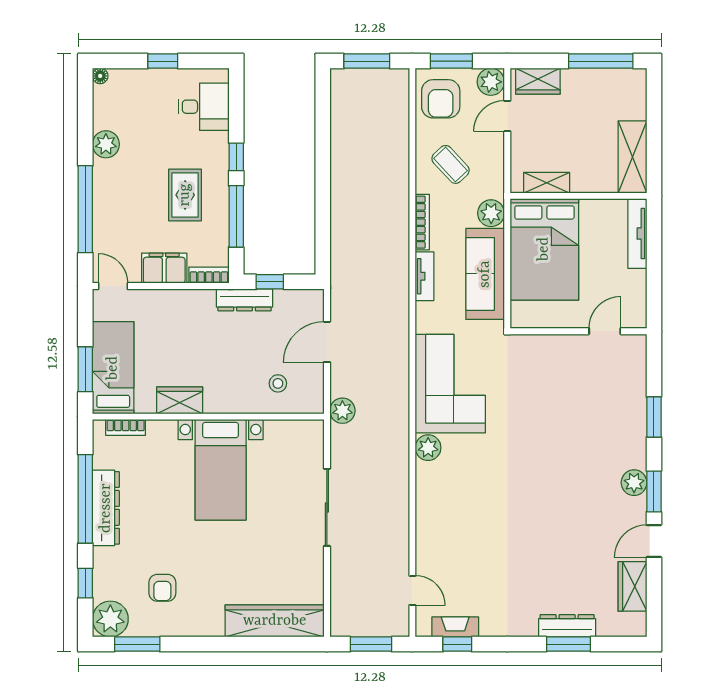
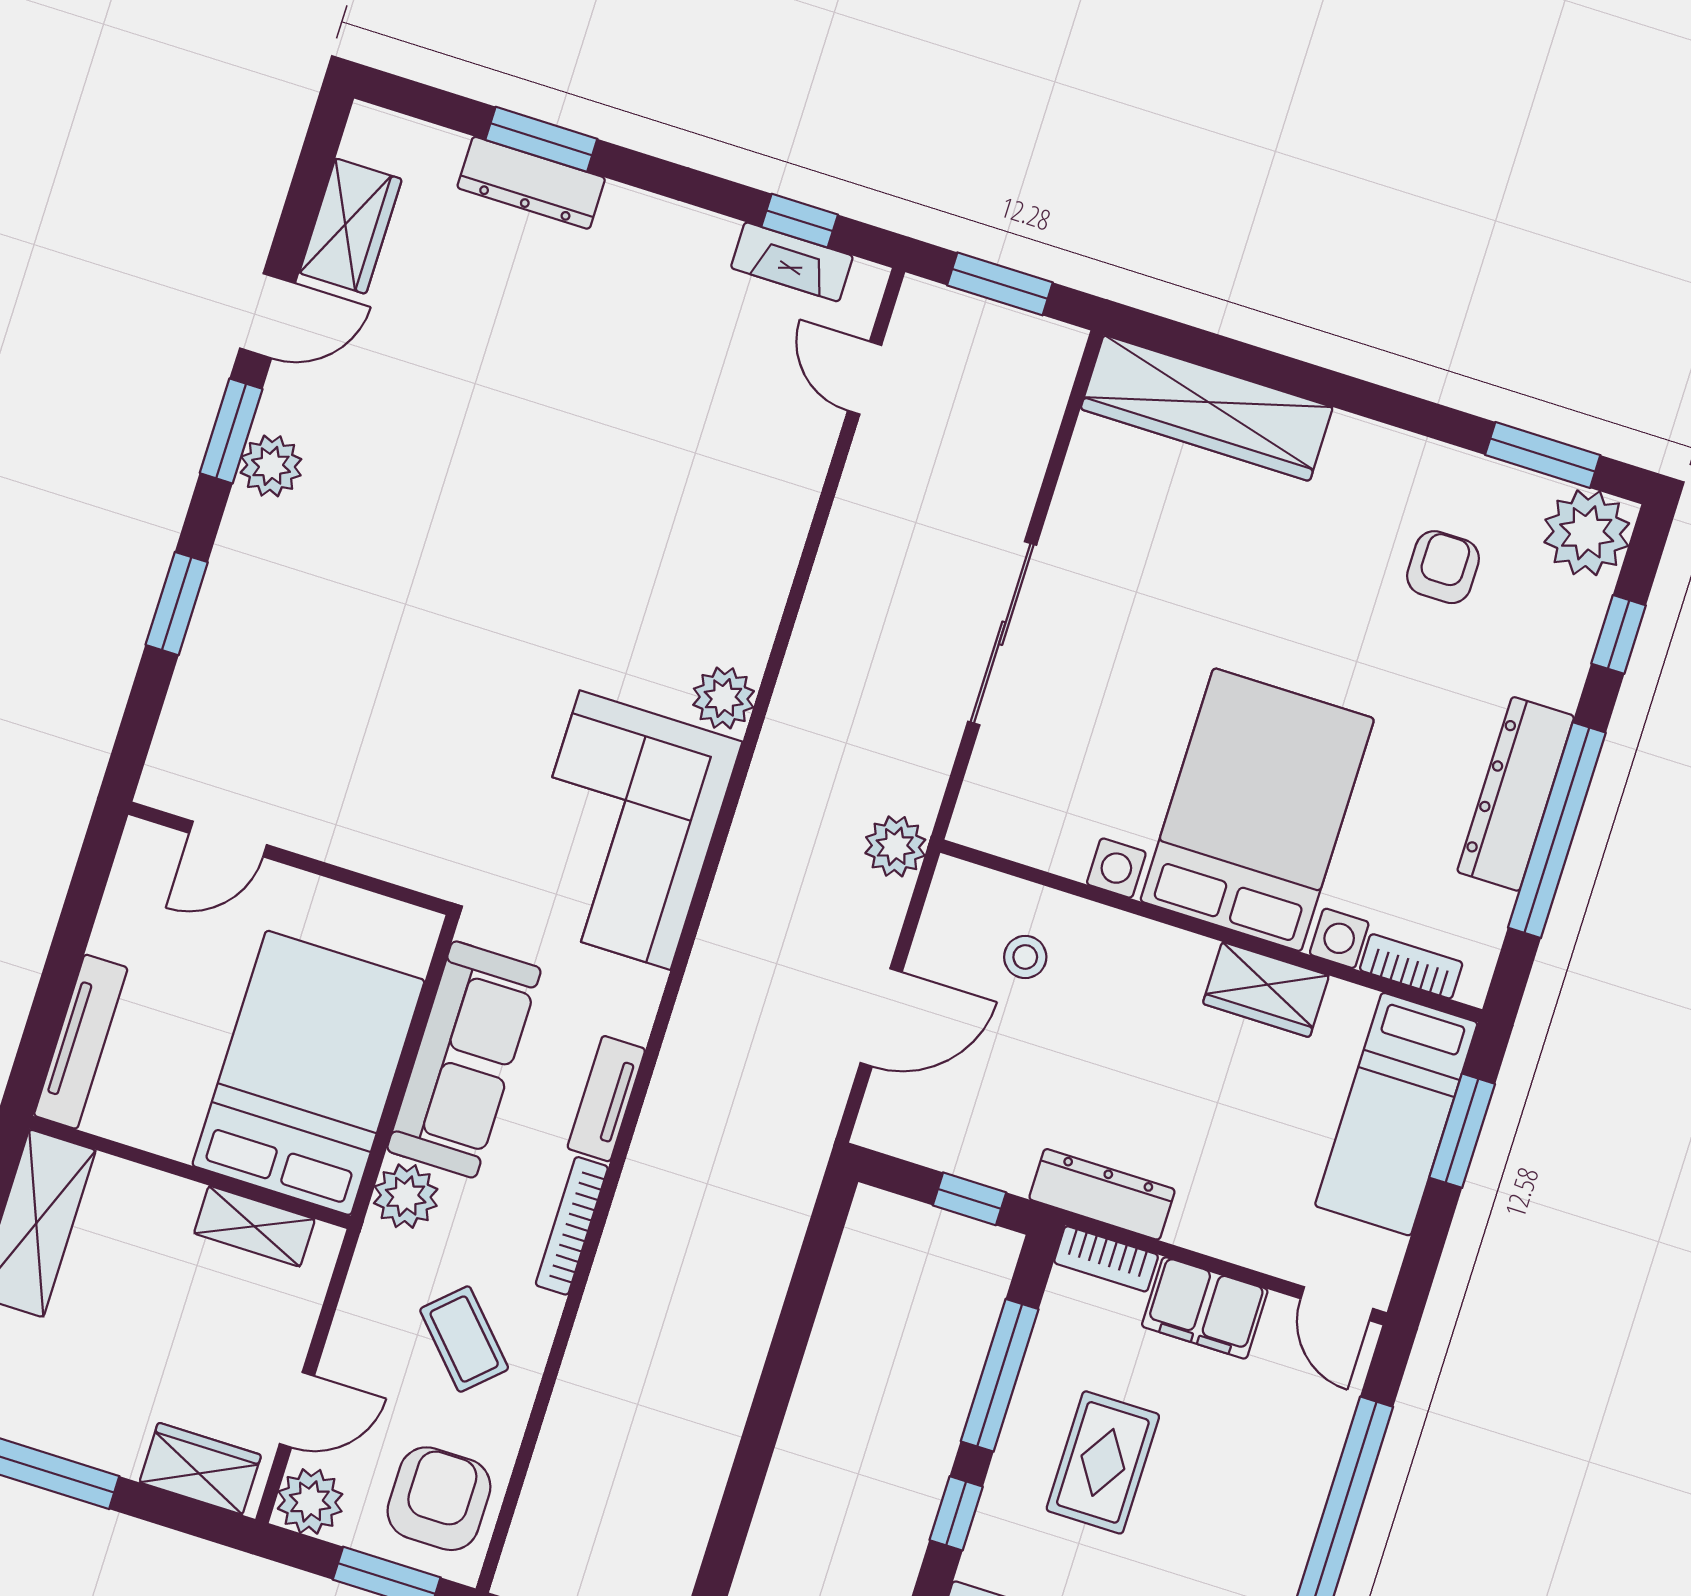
dresser: (245, 300) -> (1102, 1194), moved
bed with nightstands: (221, 470) -> (1257, 810), width x1.36

